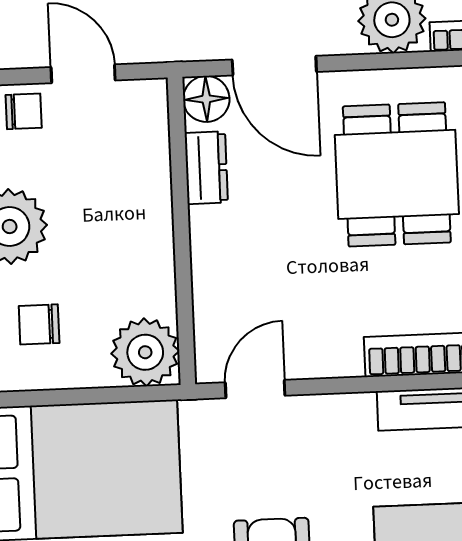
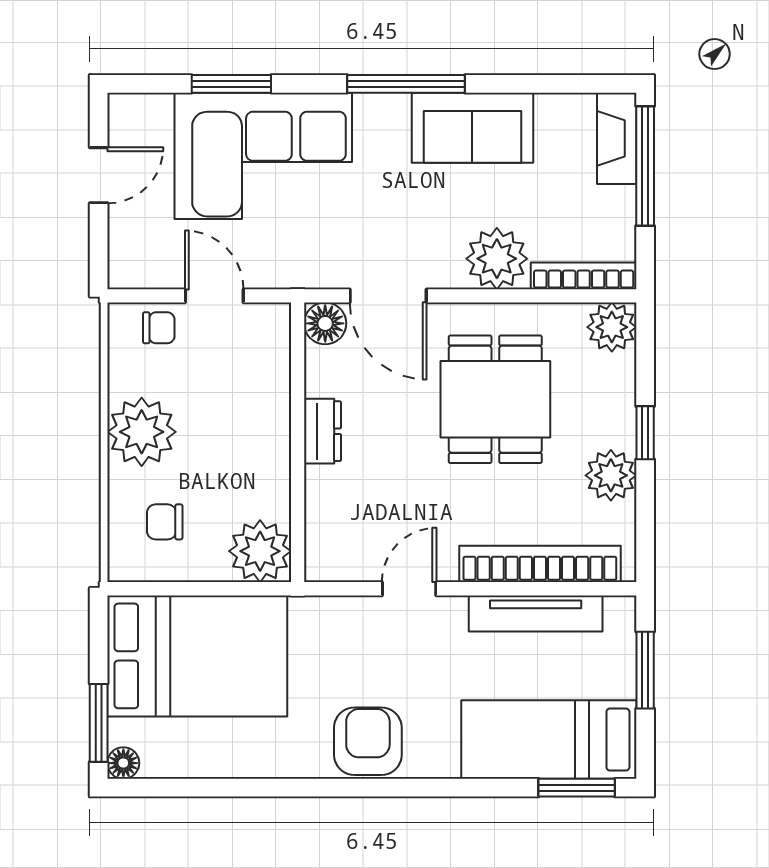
dresser: (206, 168) -> (322, 431), moved
door: (255, 389) -> (409, 589), moved

